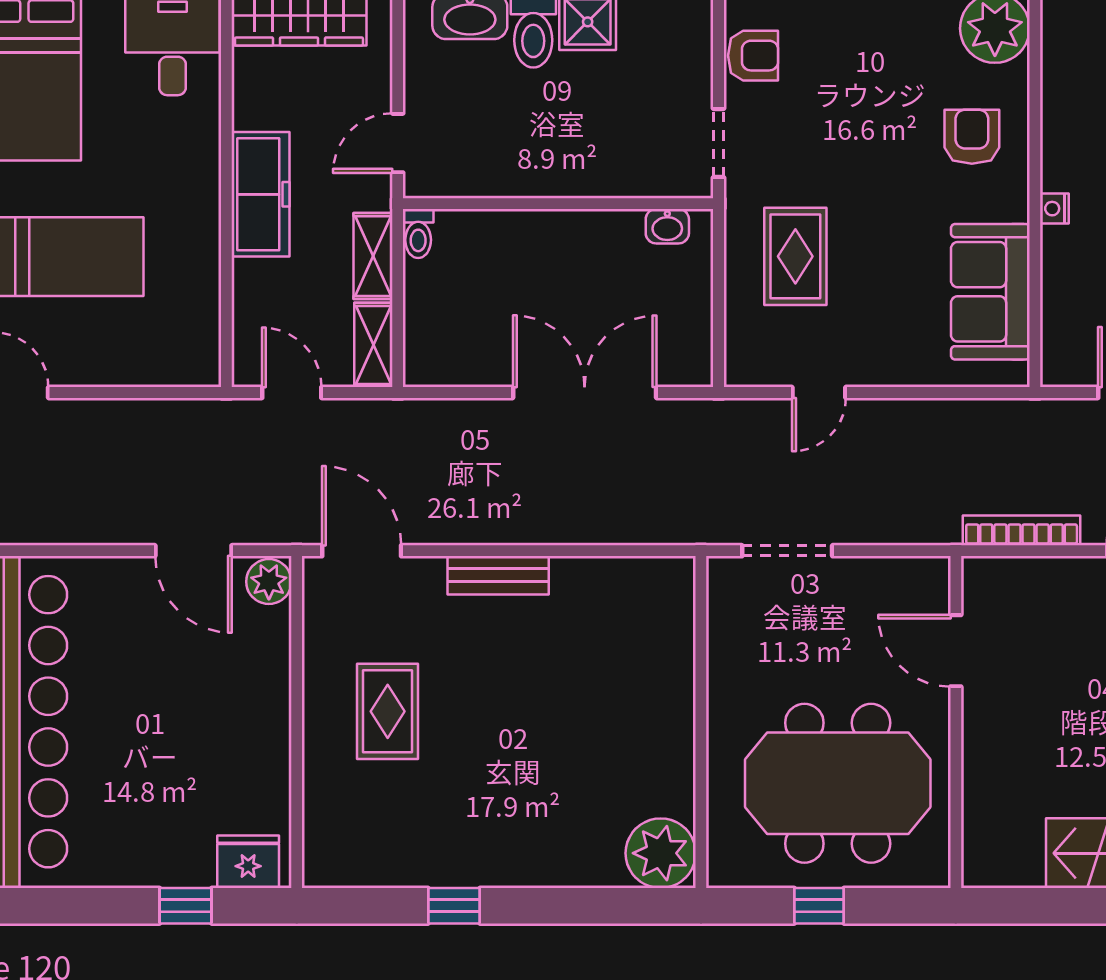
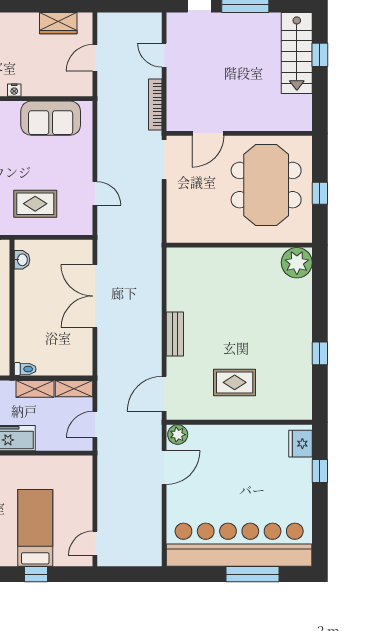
doorway: (787, 551) -> (164, 160), moved

